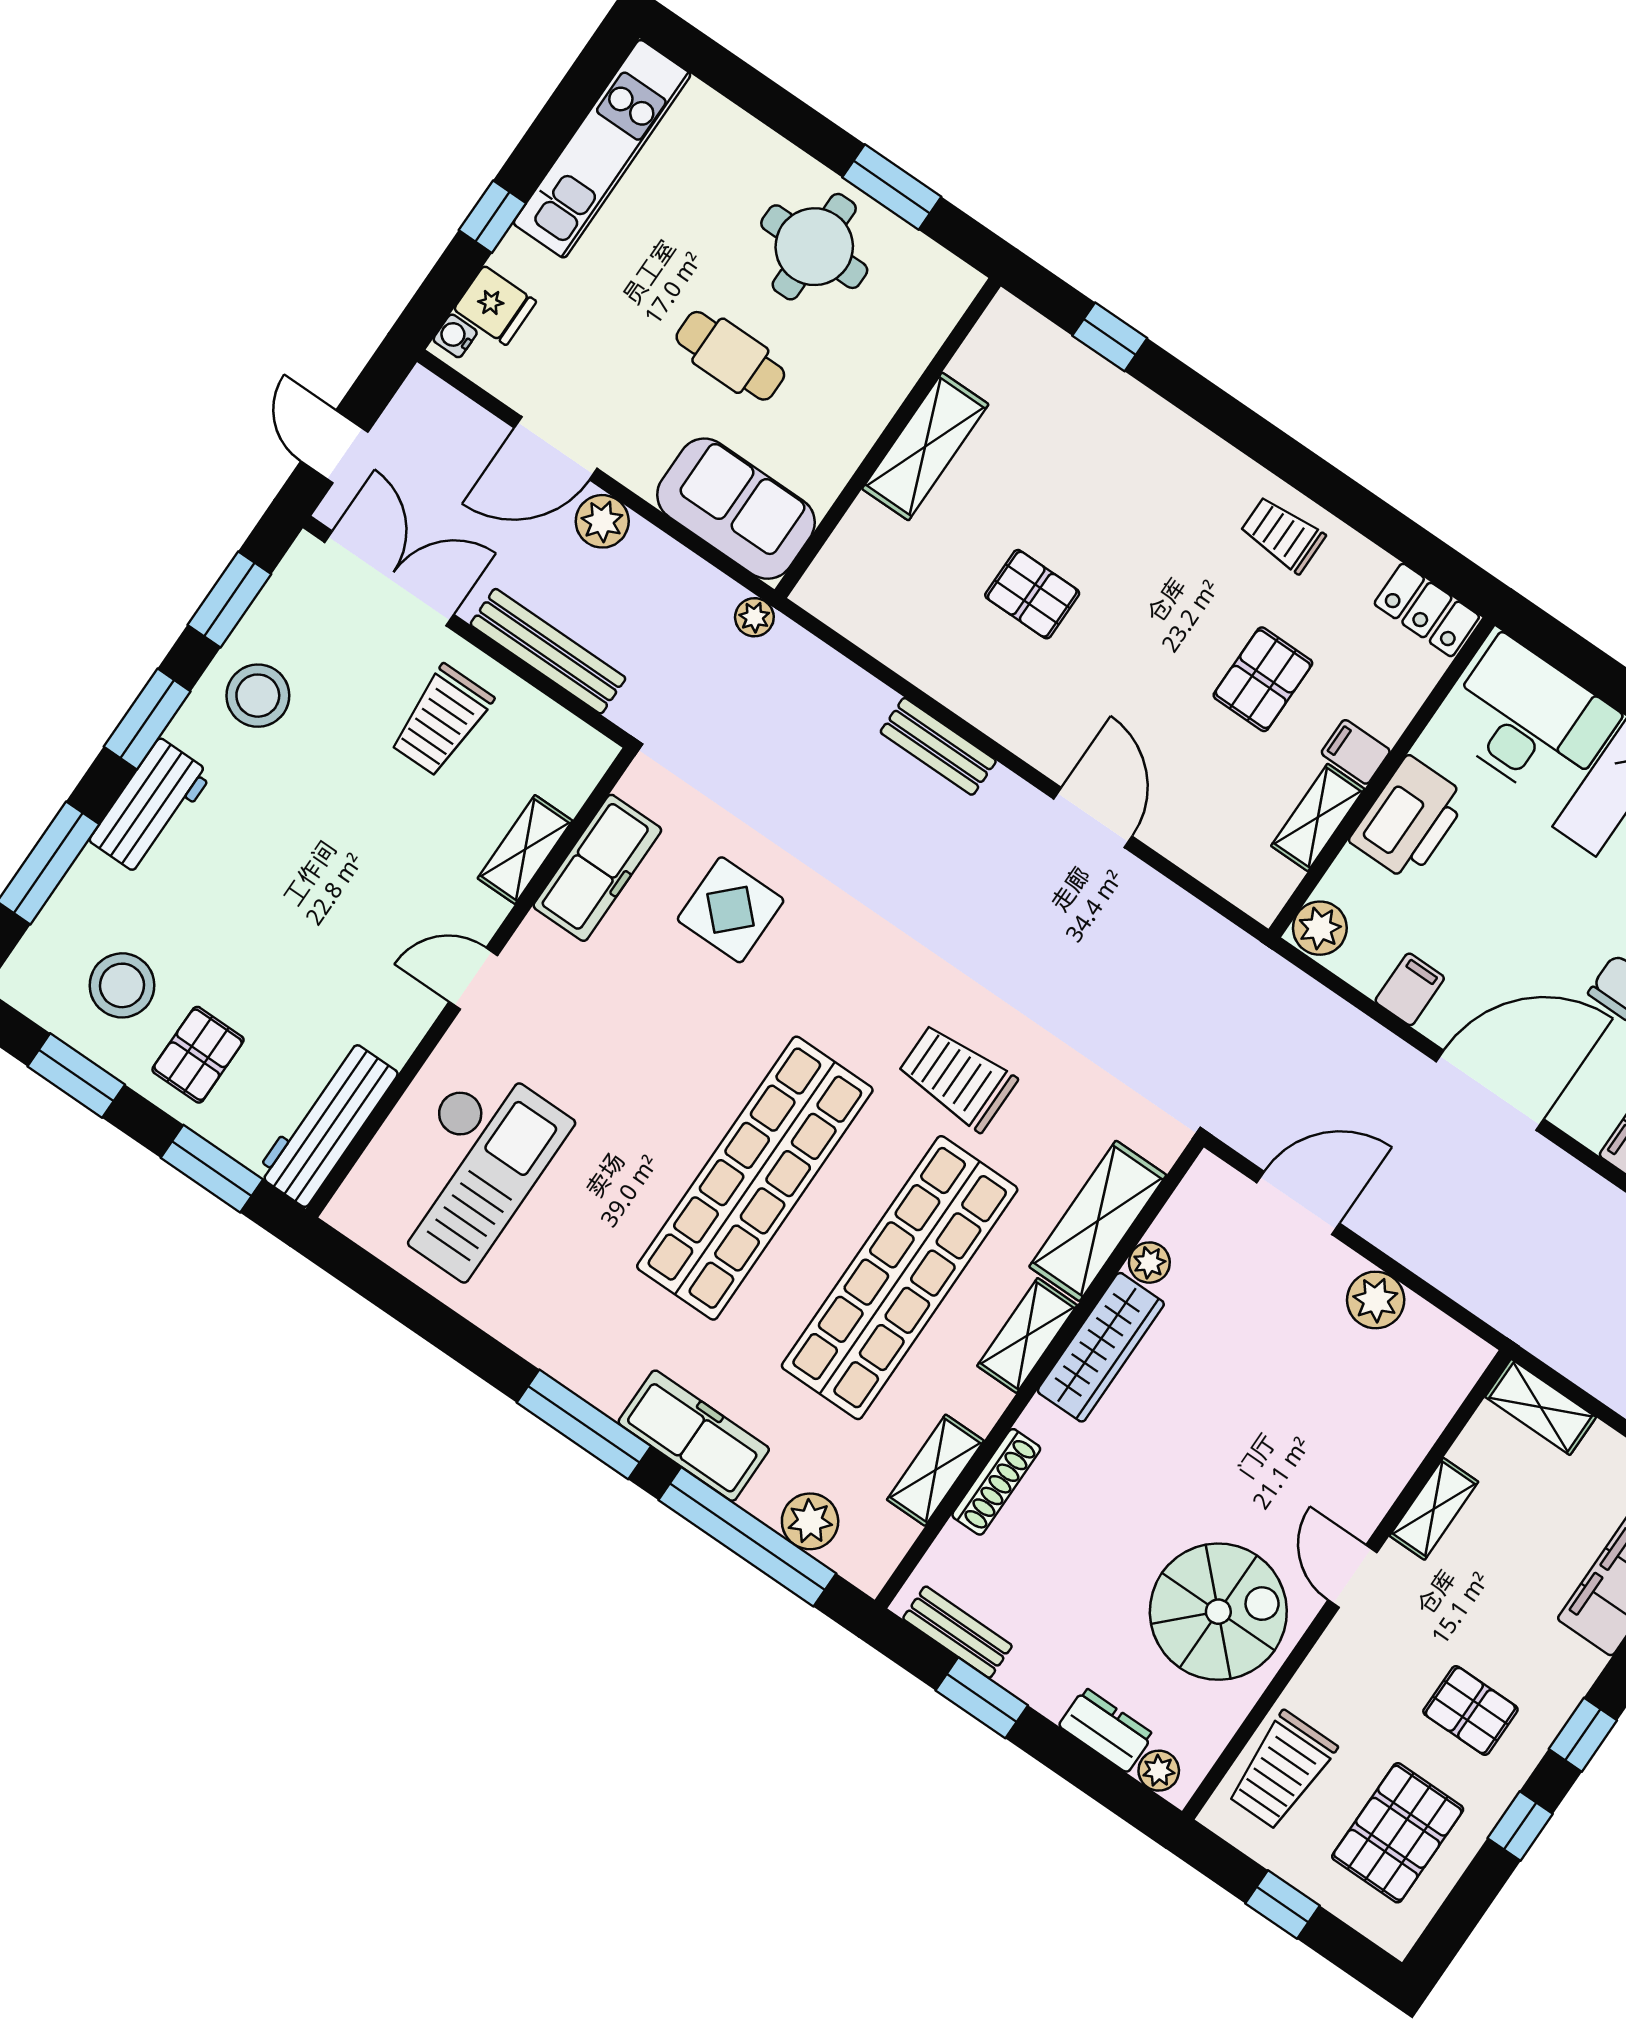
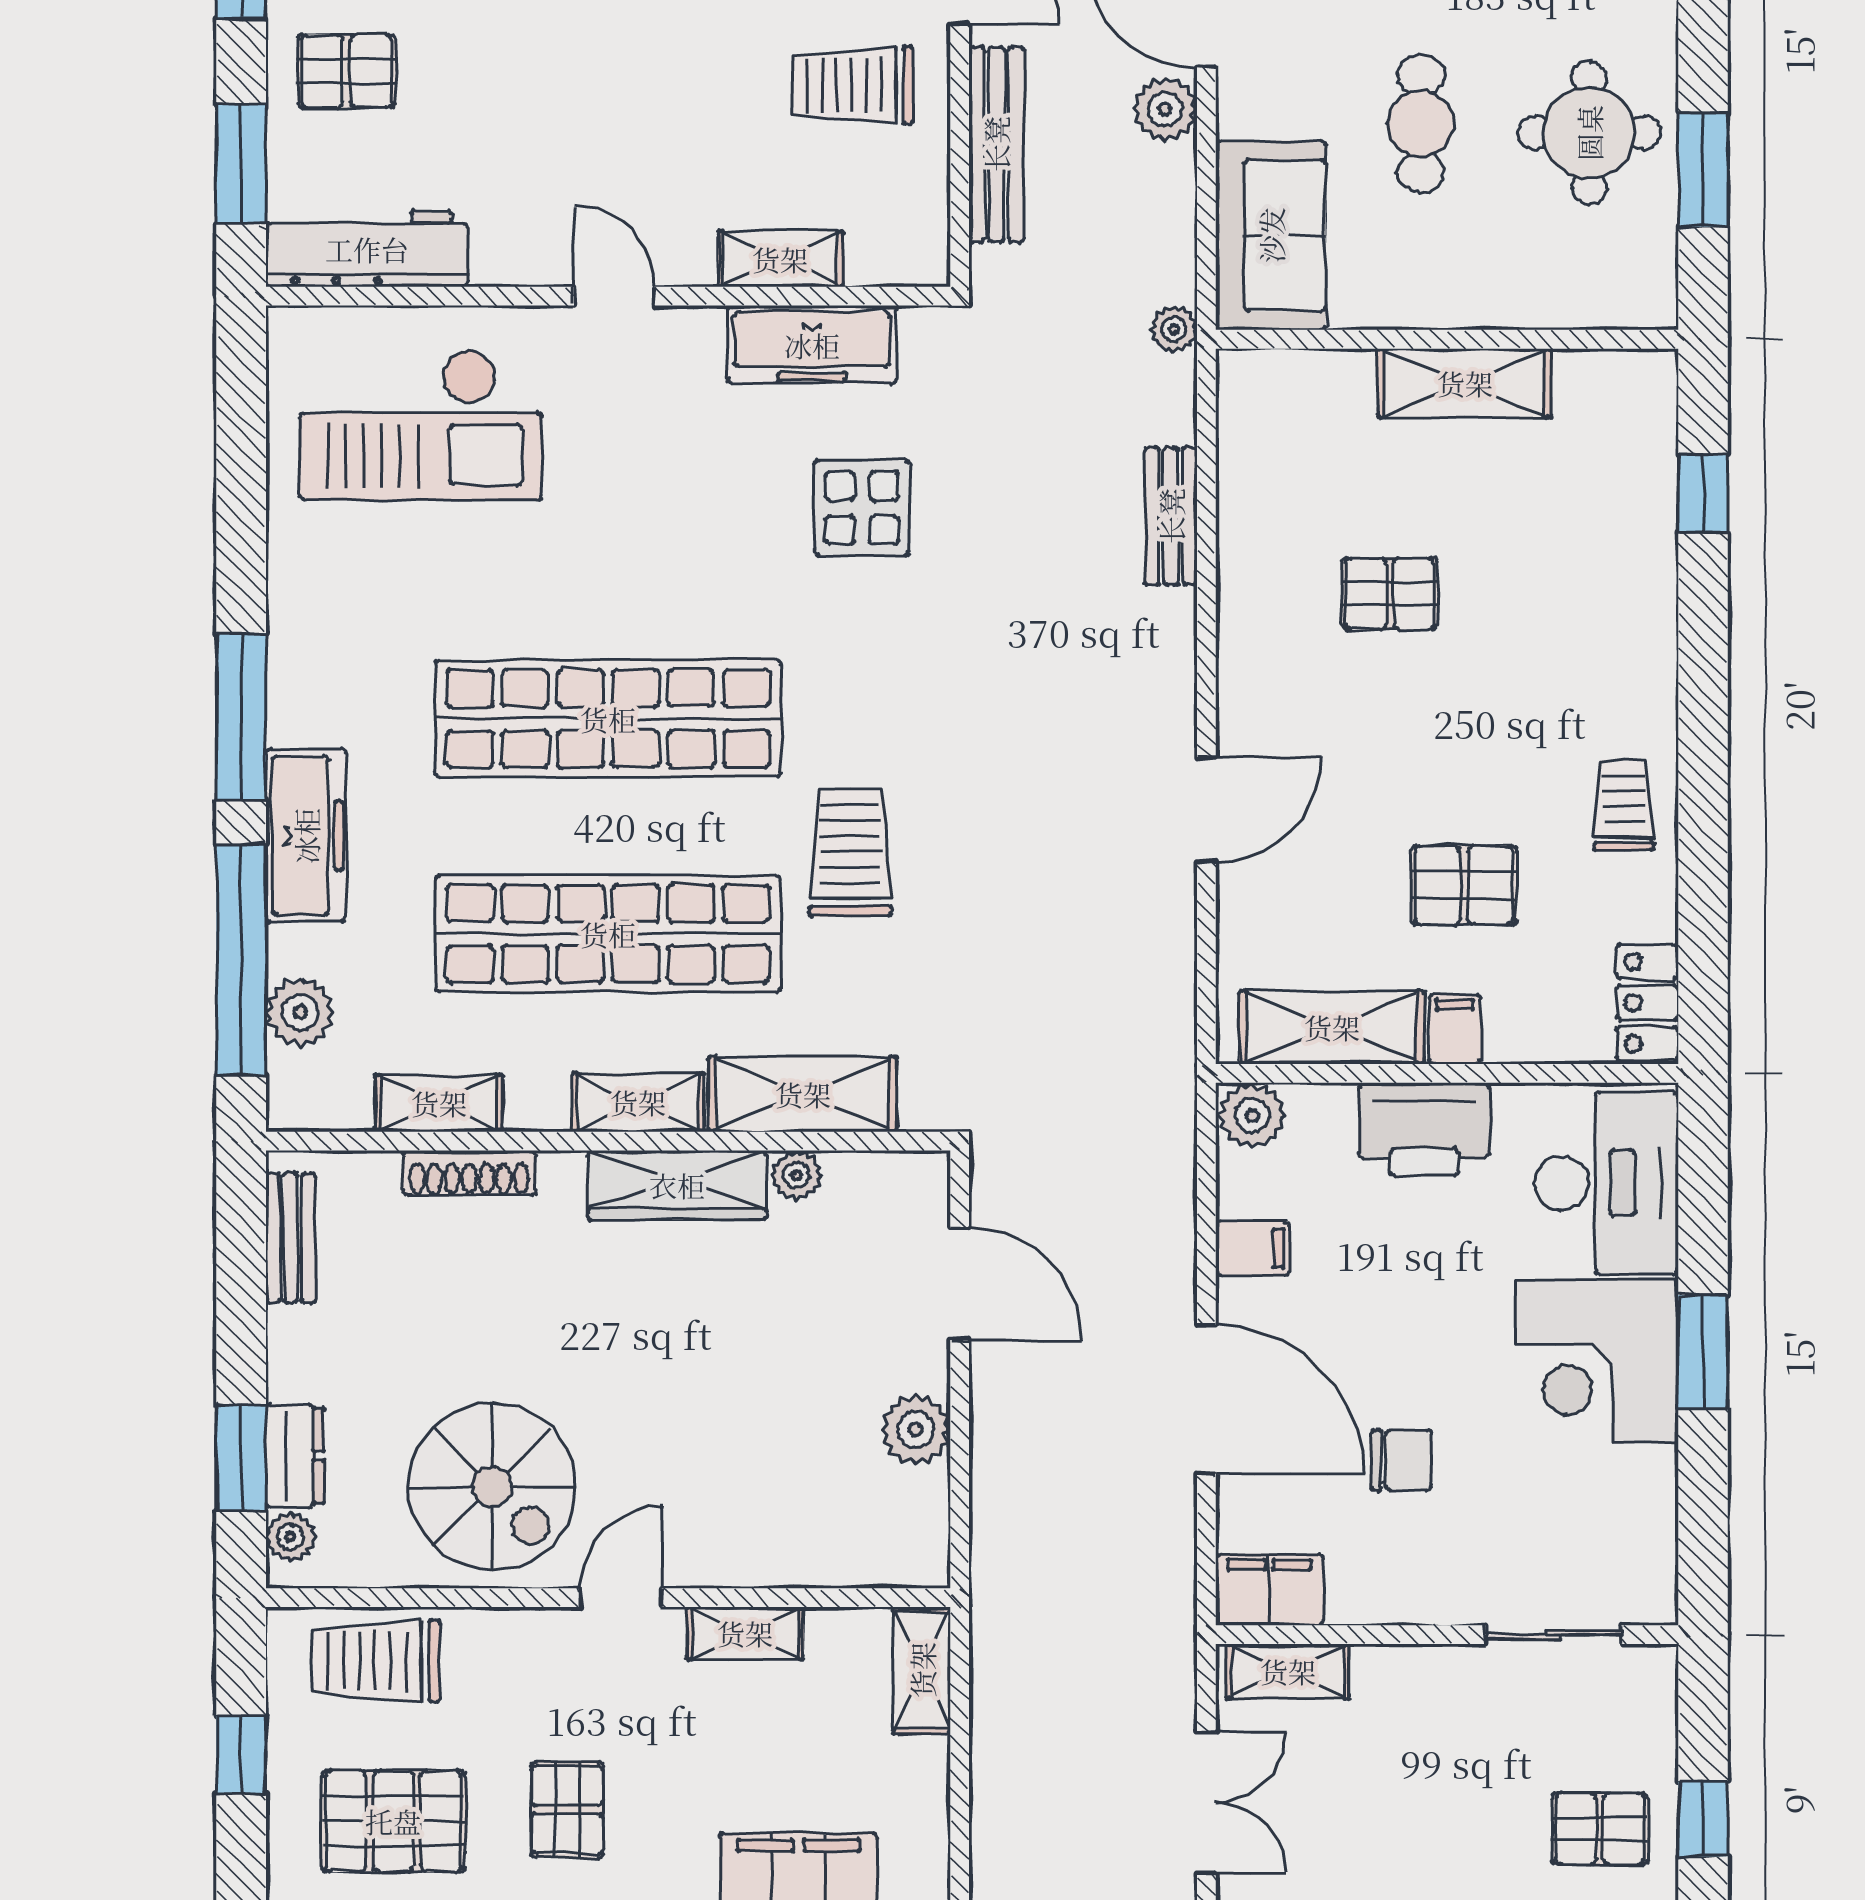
pallet: (1032, 594) -> (1390, 594), turned 90
bench: (938, 746) -> (1171, 516), moved
shelving: (1318, 817) -> (1332, 1027), width x1.50, depth x1.33
window: (982, 1698) -> (241, 1458), moved

